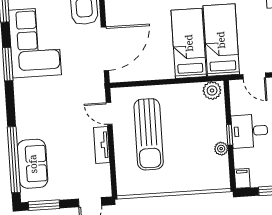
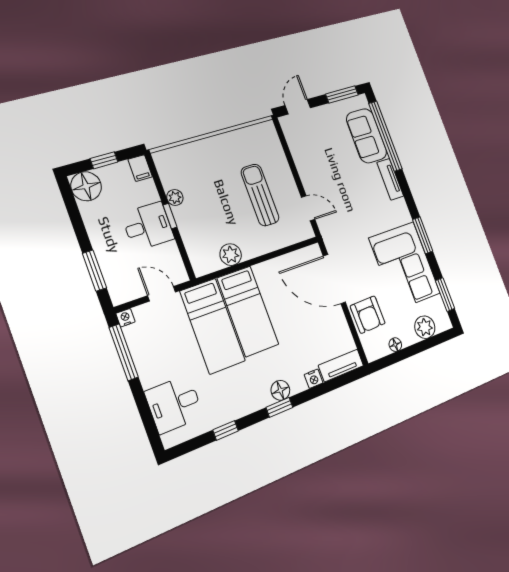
door: (105, 49) -> (334, 279), hinge flipped
plant: (212, 90) -> (231, 255), moved
sun lounger: (149, 134) -> (260, 195), width x0.73, depth x0.75
tv unit: (102, 145) -> (390, 179), moved, turned 180

